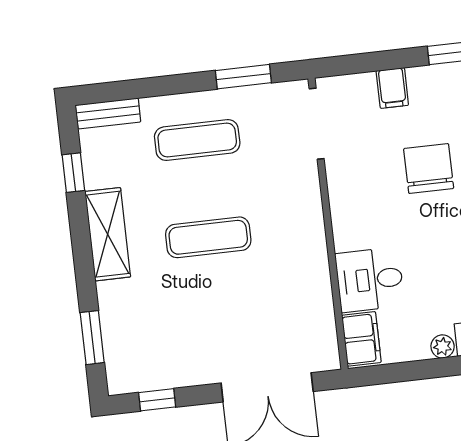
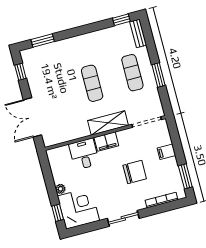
window: (243, 77) -> (158, 75), moved
window: (73, 173) -> (121, 20), moved
shelving: (108, 234) -> (108, 123), moved
filing cabinet: (361, 339) -> (106, 142), moved

